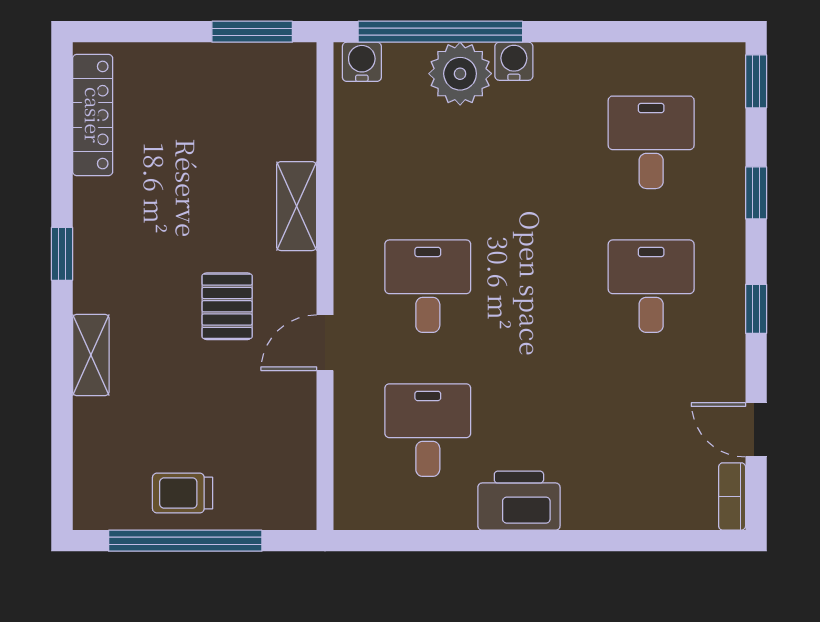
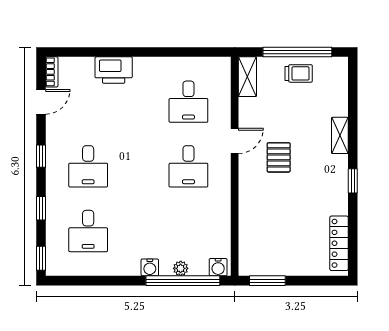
plant: (460, 74) -> (181, 268), width x0.53, depth x0.53
shelving: (297, 206) -> (247, 77), moved
door: (756, 430) -> (41, 102), hinge flipped
printer: (519, 501) -> (114, 70), moved

